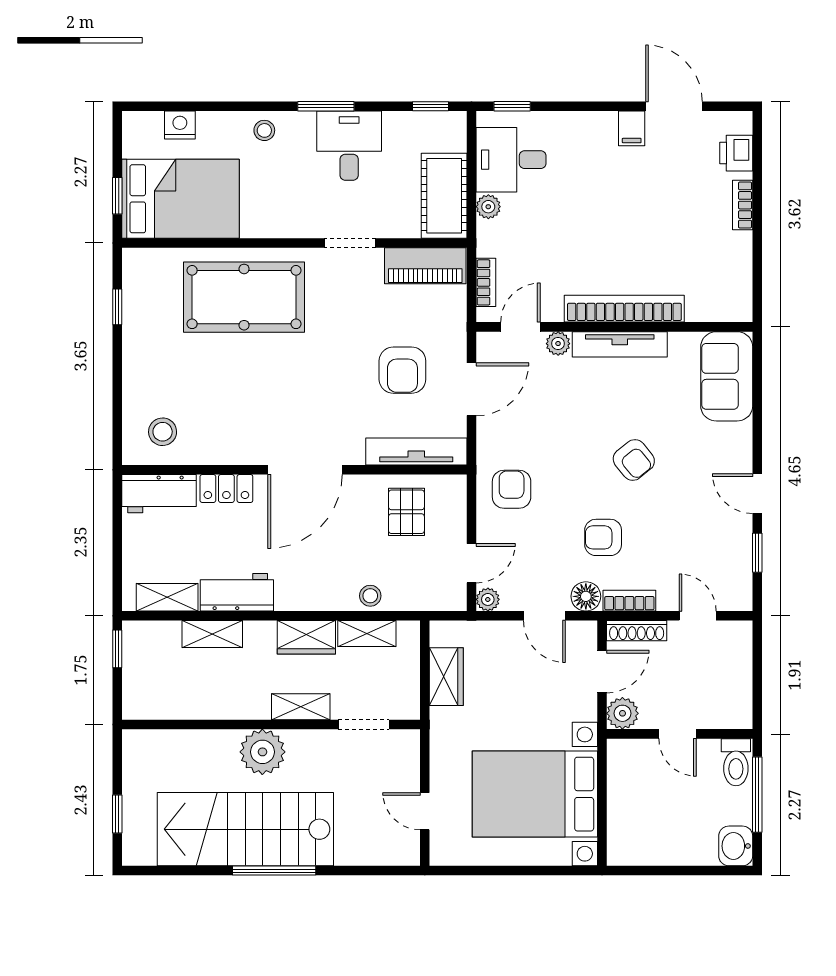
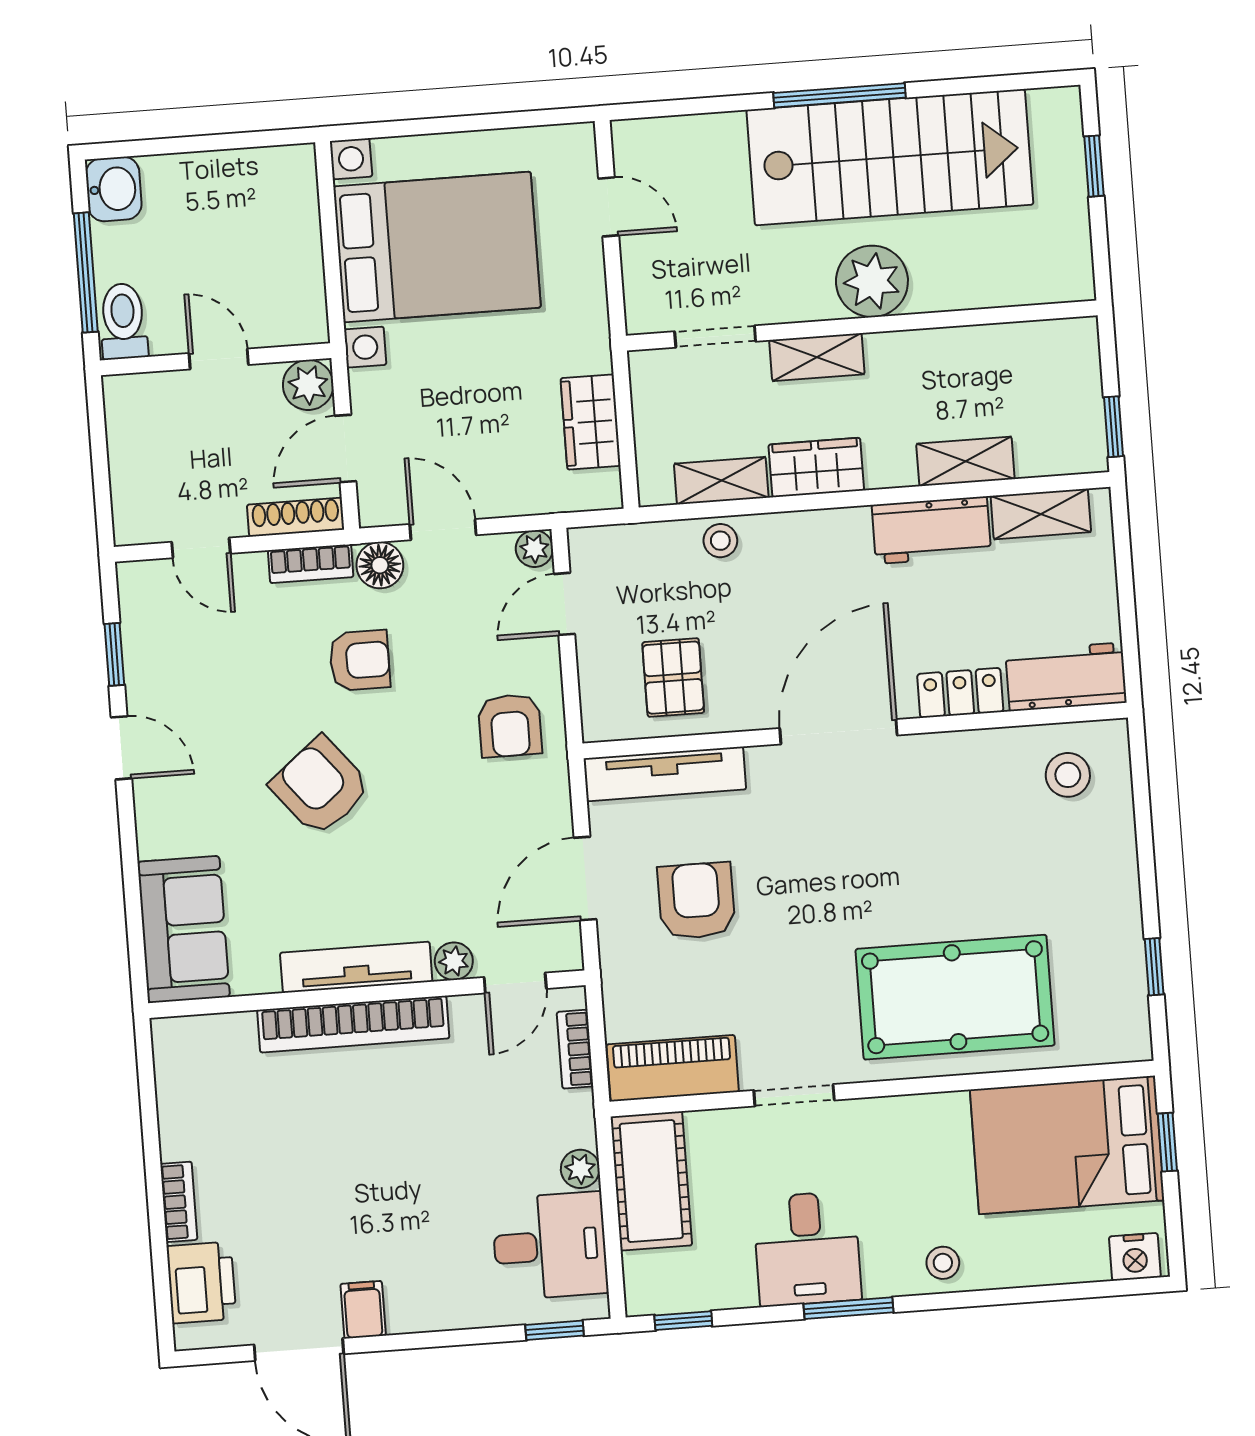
nightstand: (180, 125) -> (1135, 1257), moved
printer: (736, 153) -> (201, 1283), width x1.36, depth x1.24
armchair: (634, 460) -> (320, 786), width x1.38, depth x1.38

